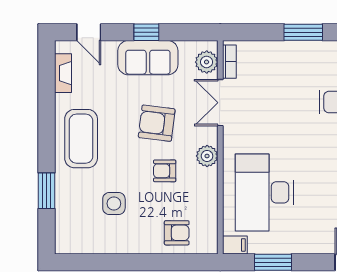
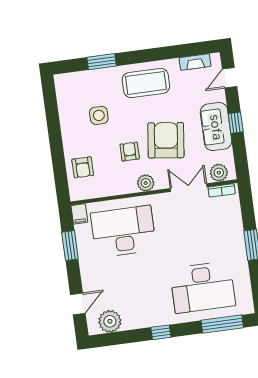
armchair: (157, 123) -> (166, 140), width x1.36, depth x1.36

